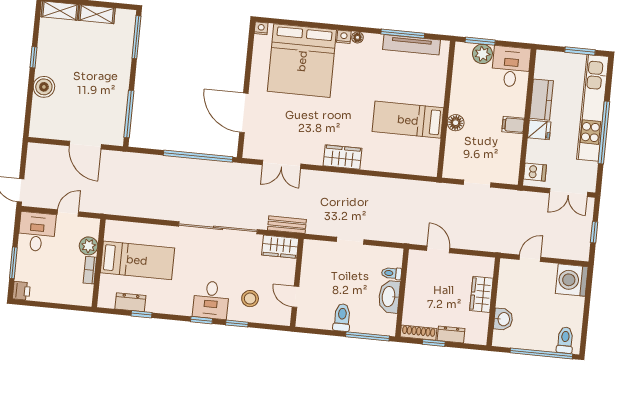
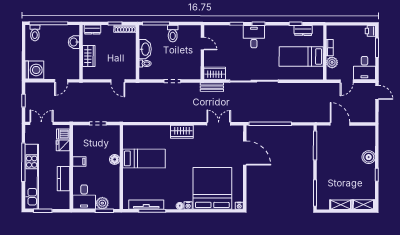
fridge: (539, 130) -> (63, 145), moved
stool: (250, 299) -> (230, 40), removed
dresser: (451, 334) -> (92, 30), moved

